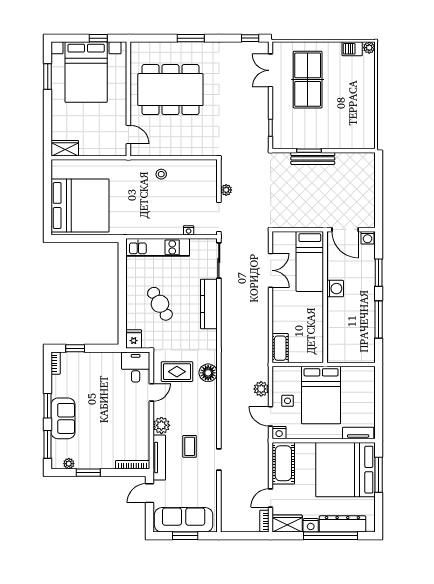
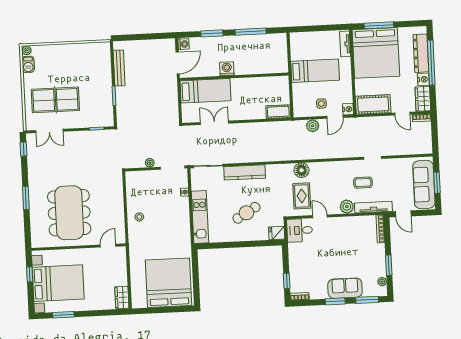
bench: (313, 158) -> (119, 68), moved
bed: (321, 395) -> (315, 71), width x0.67

